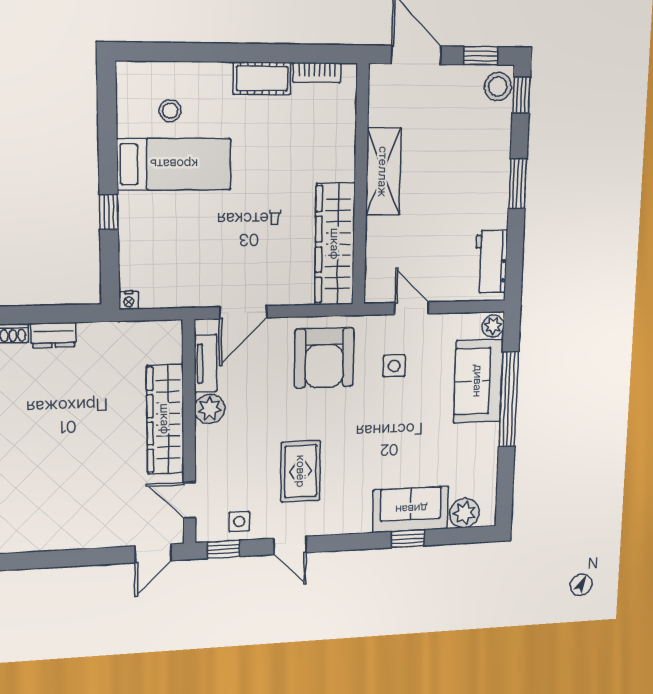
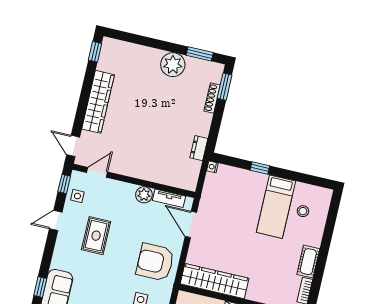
dresser: (53, 335) -> (199, 148), moved
wardrobe: (165, 419) -> (98, 102), moved, turned 90
rug: (301, 471) -> (96, 236), turned 90

